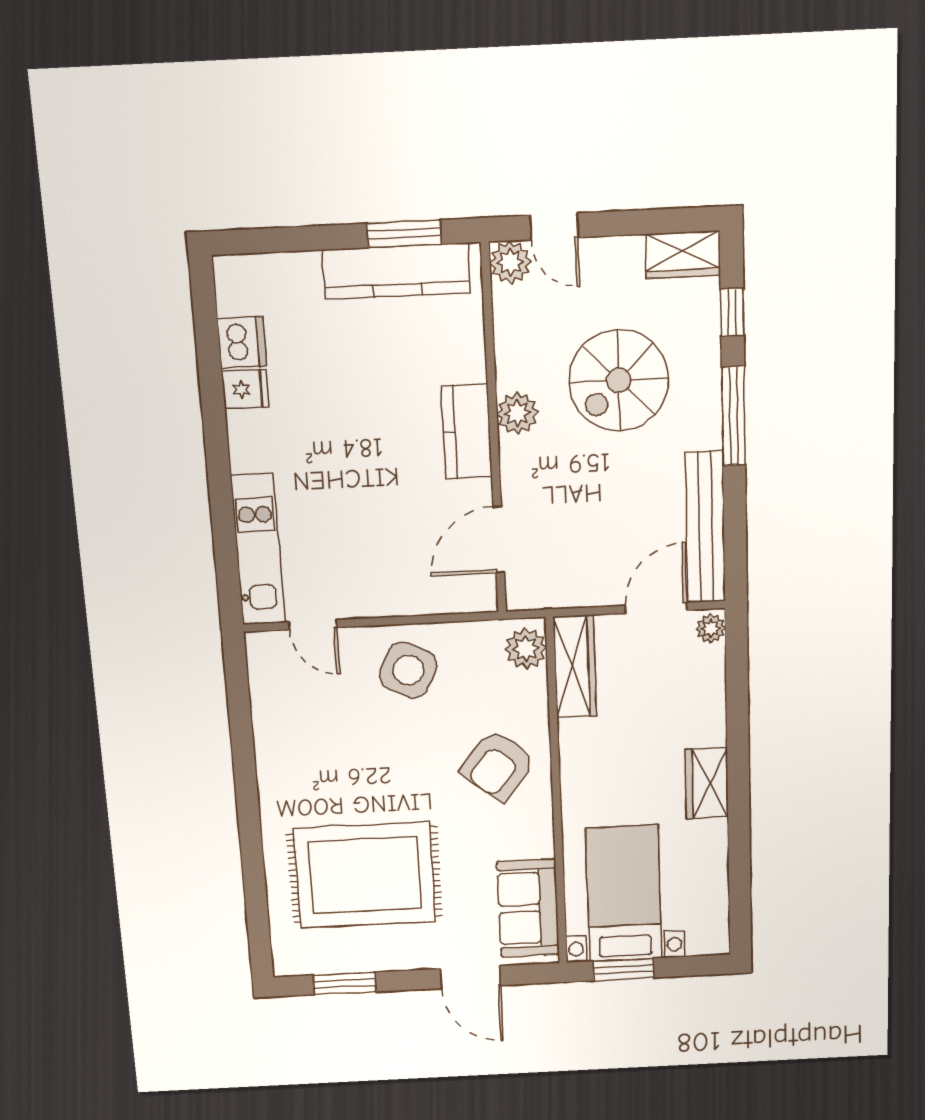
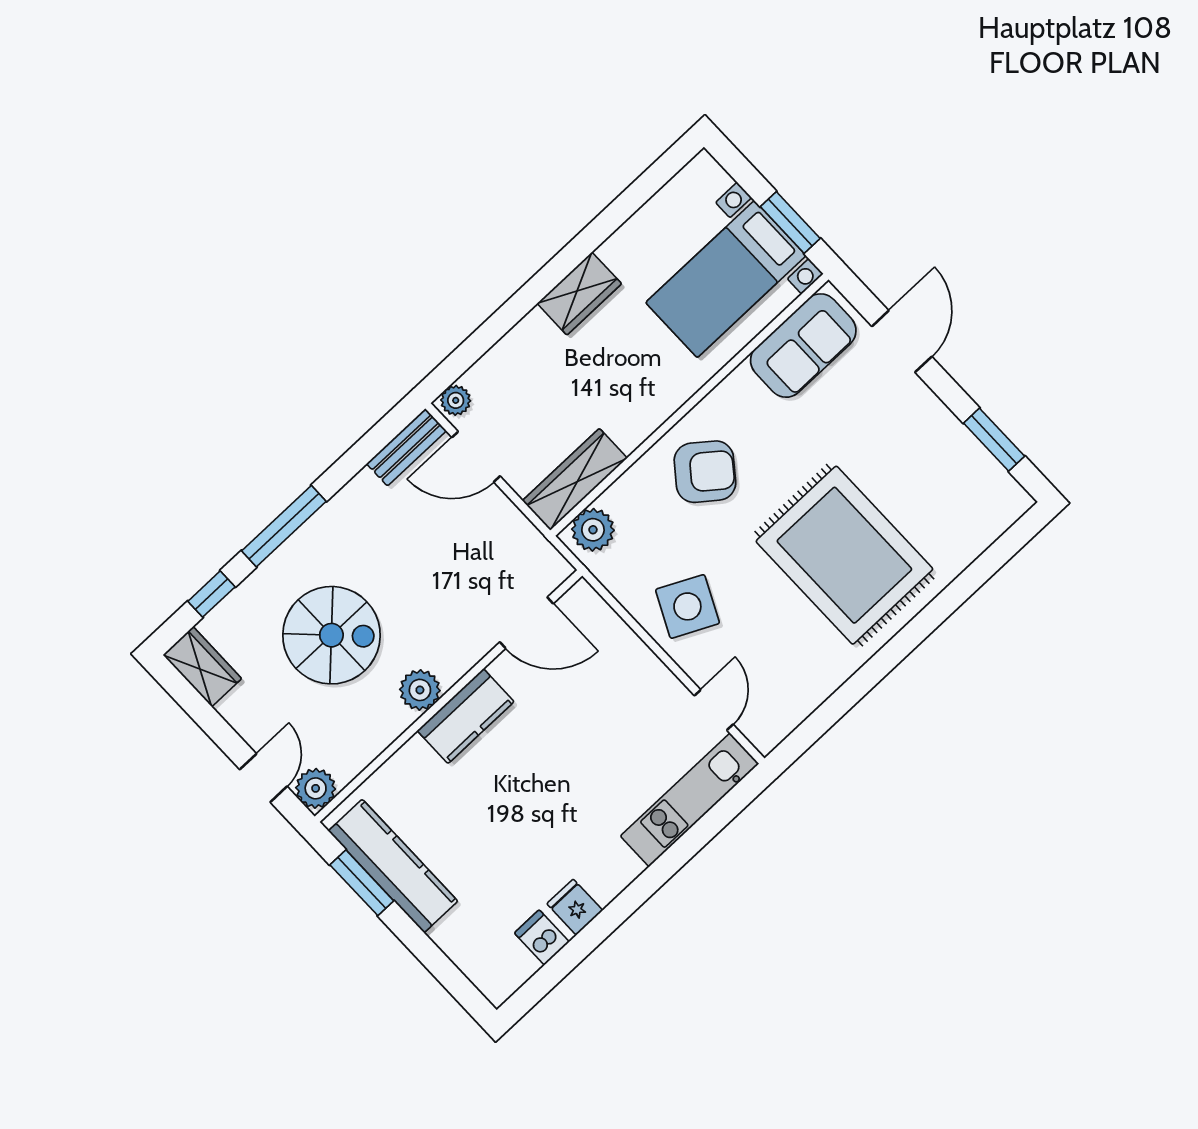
dishwasher: (242, 342) -> (542, 937), width x0.73
bench: (705, 527) -> (406, 447), width x0.54, depth x0.82
rug: (365, 875) -> (844, 555), moved

